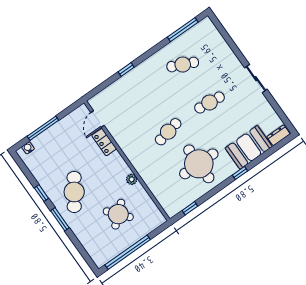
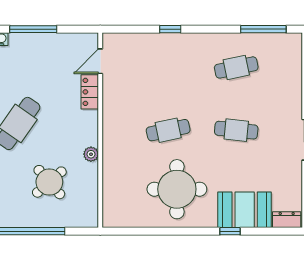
cafe table: (183, 65) -> (236, 67), turned -36
window: (240, 173) -> (230, 231), moved
window: (190, 208) -> (133, 231), removed

